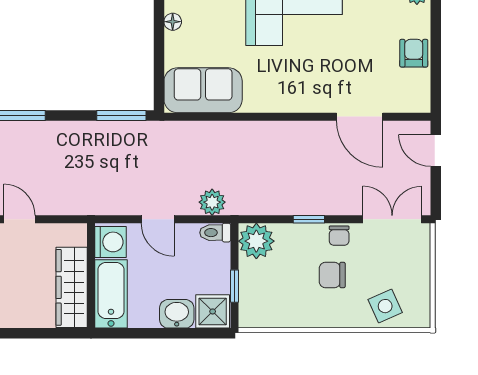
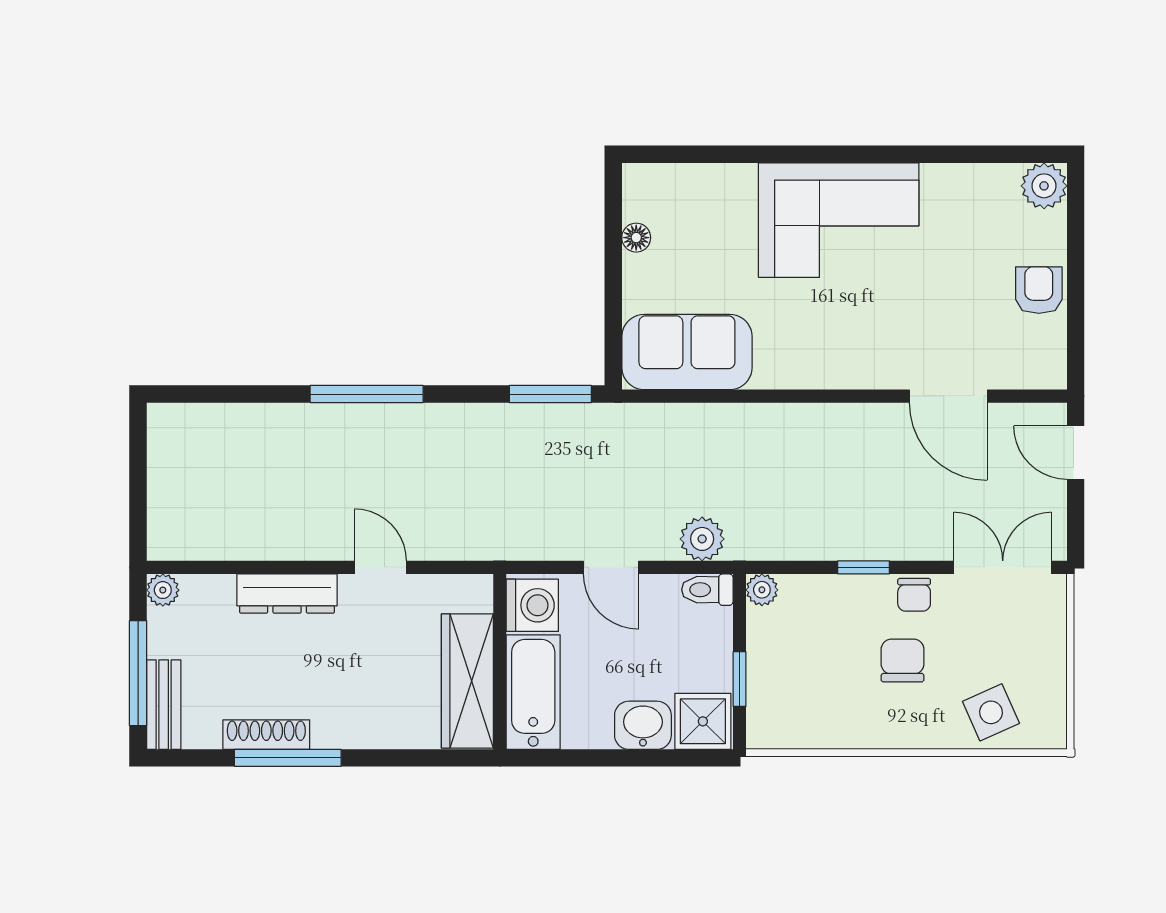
plant: (256, 241) -> (762, 590), width x0.53, depth x0.53
chair: (332, 275) -> (903, 661), turned 90

